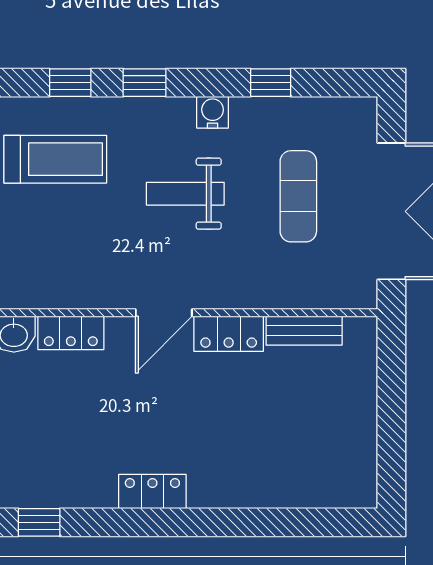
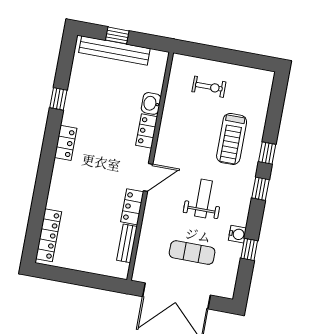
water cooler: (213, 112) -> (237, 234), moved
door: (164, 313) -> (148, 177), swing flipped
locker: (317, 491) -> (49, 235), added
locker: (152, 492) -> (66, 143), moved

